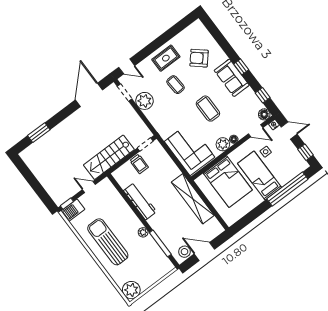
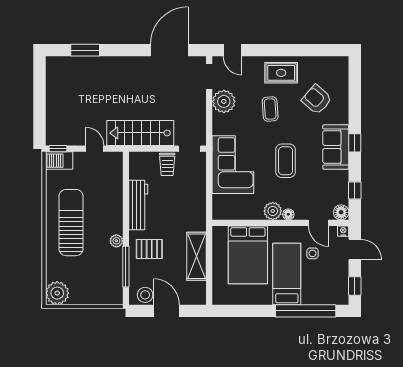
corner sofa: (190, 149) -> (233, 165), moved
shelving: (193, 199) -> (197, 256), width x0.68
pallet: (166, 222) -> (149, 249), added

